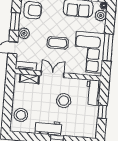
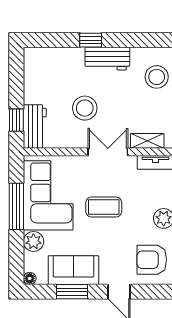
plant: (101, 15) -> (33, 241), moved
double door: (53, 74) -> (108, 152), swing flipped
window: (102, 112) -> (16, 120), moved

